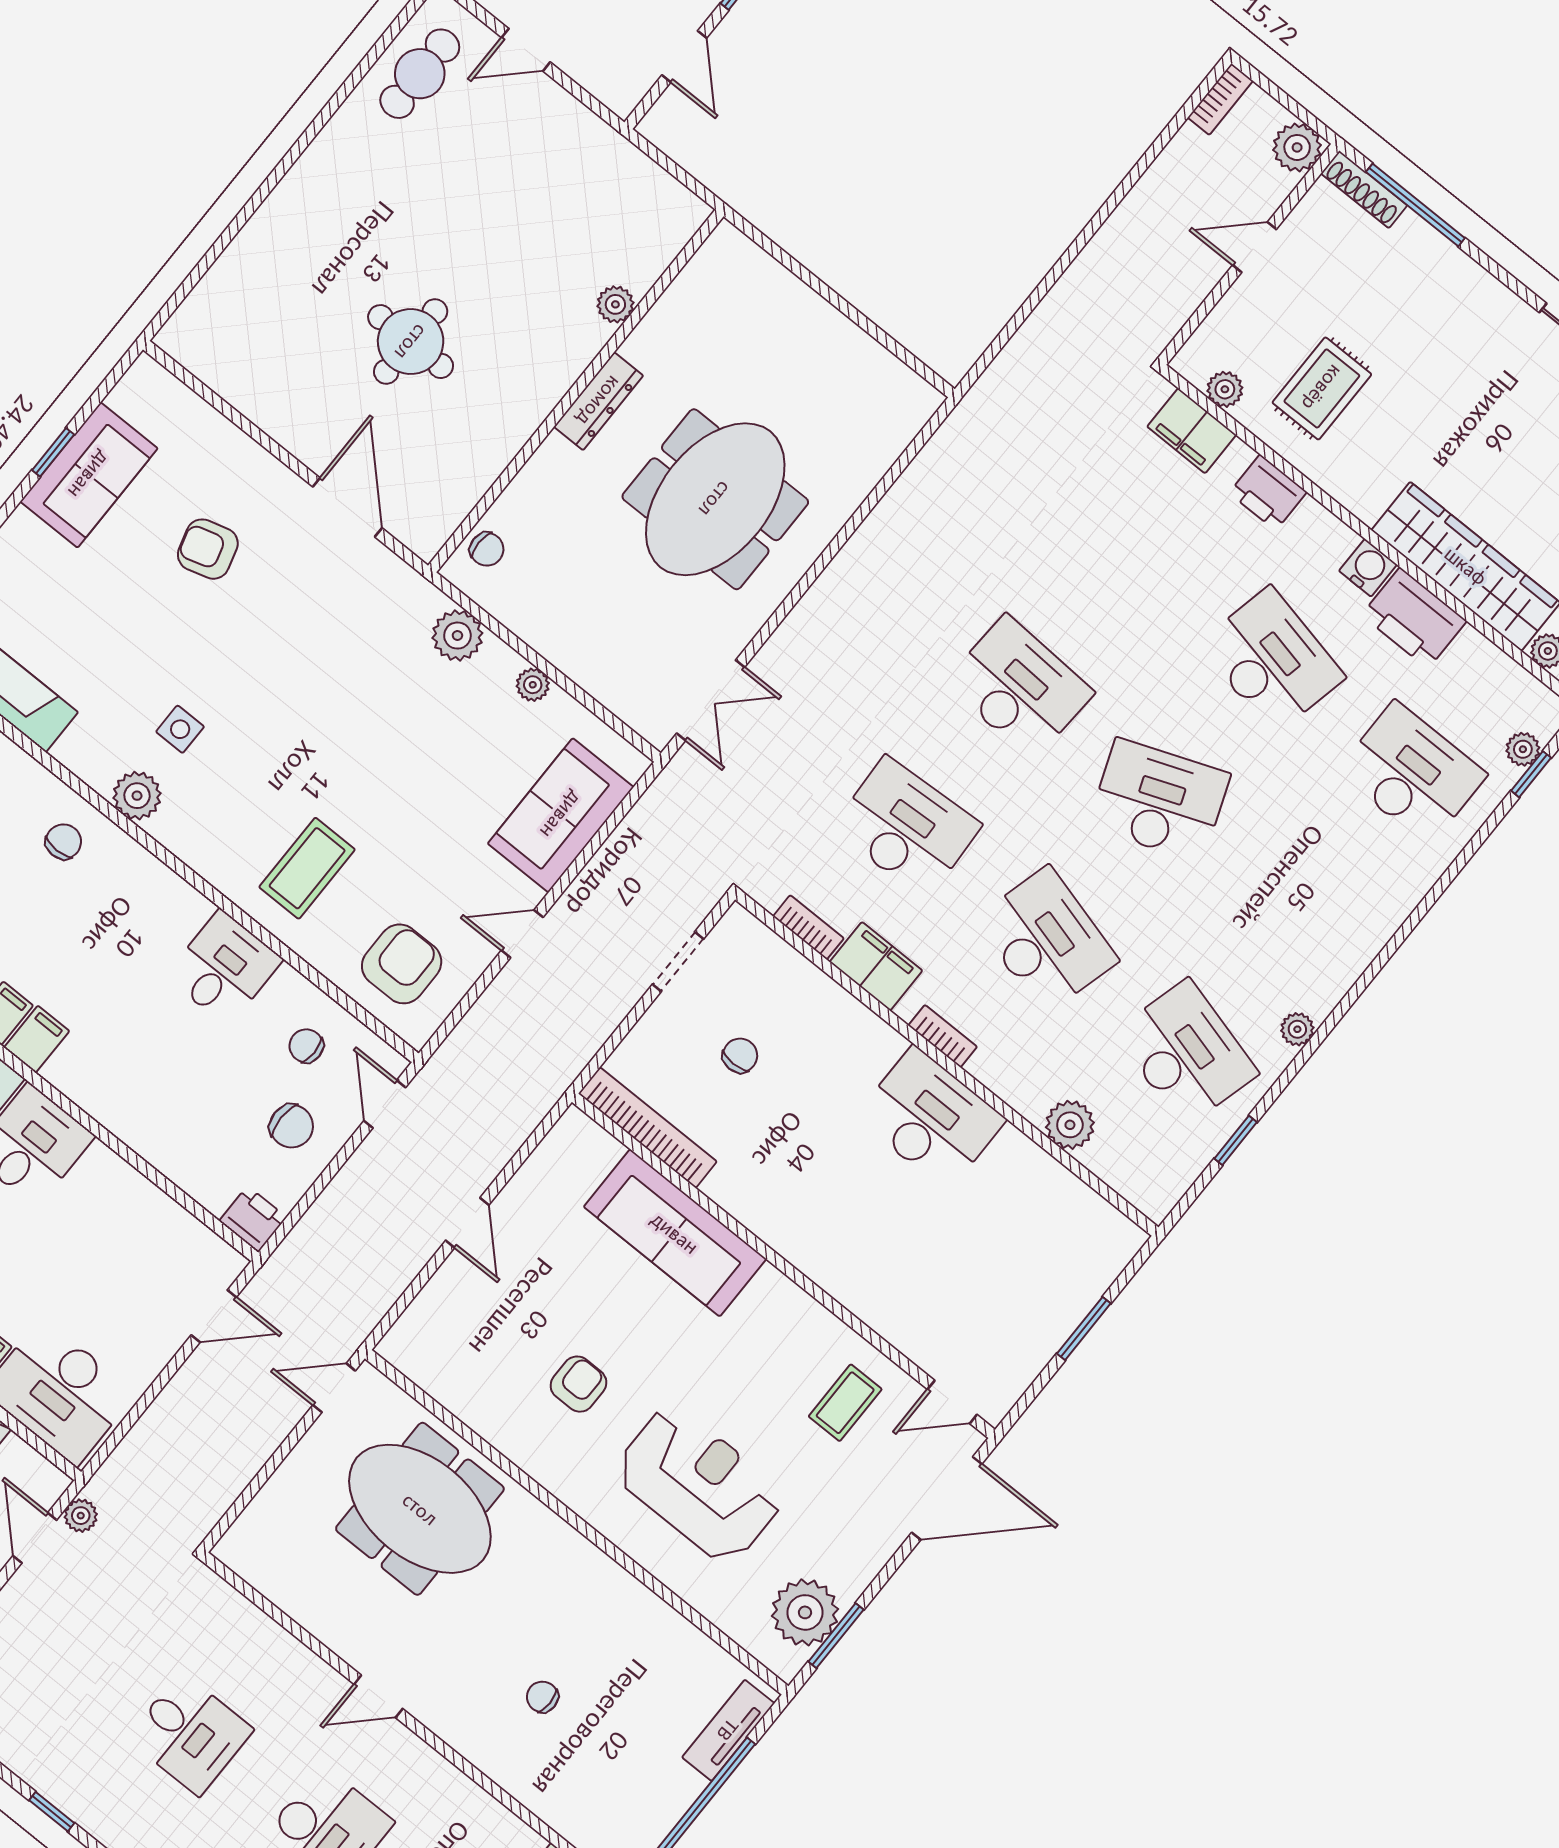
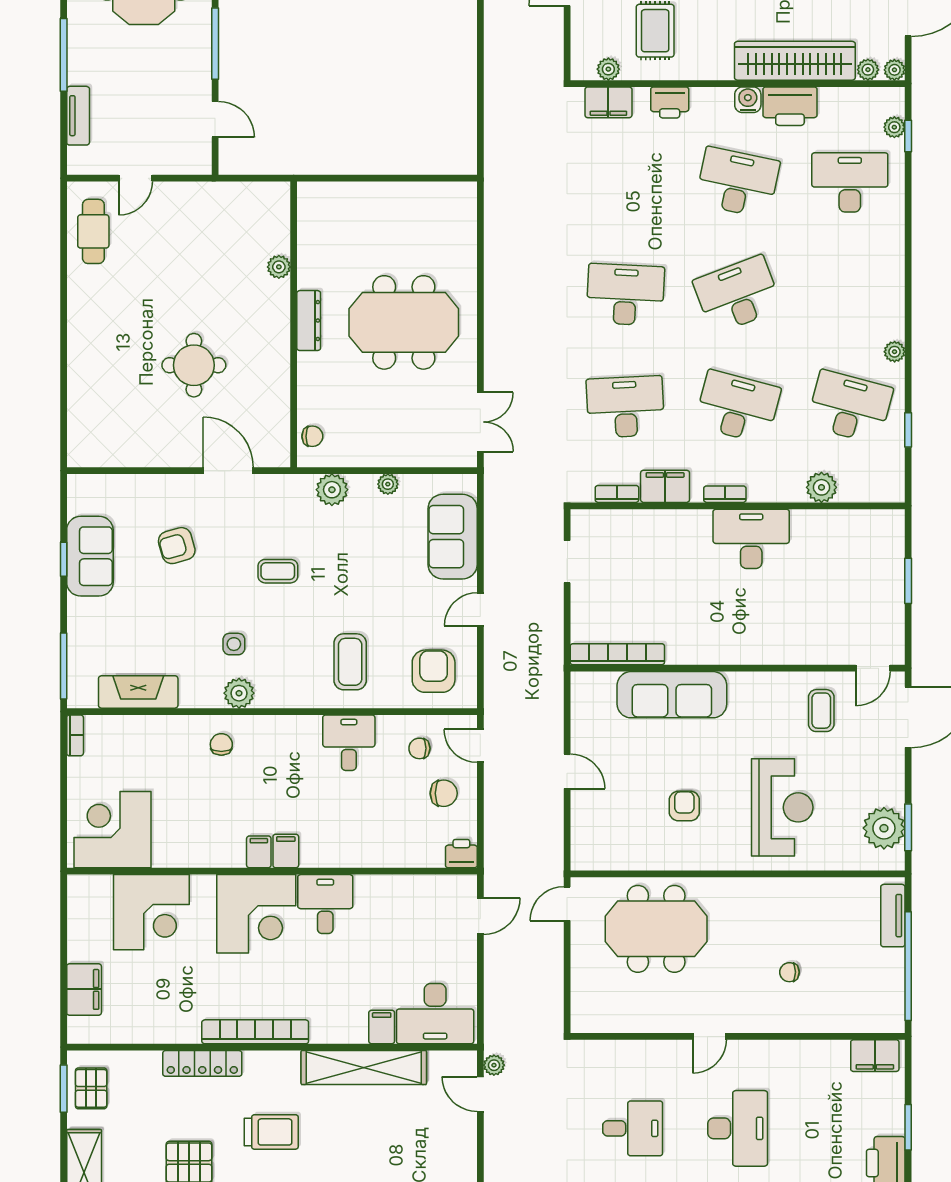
meeting table: (715, 499) -> (404, 322), turned 90
coffee table: (308, 683) -> (278, 571), added
chair: (740, 1056) -> (634, 583), removed
reception desk: (699, 1484) -> (782, 807), turned 90

